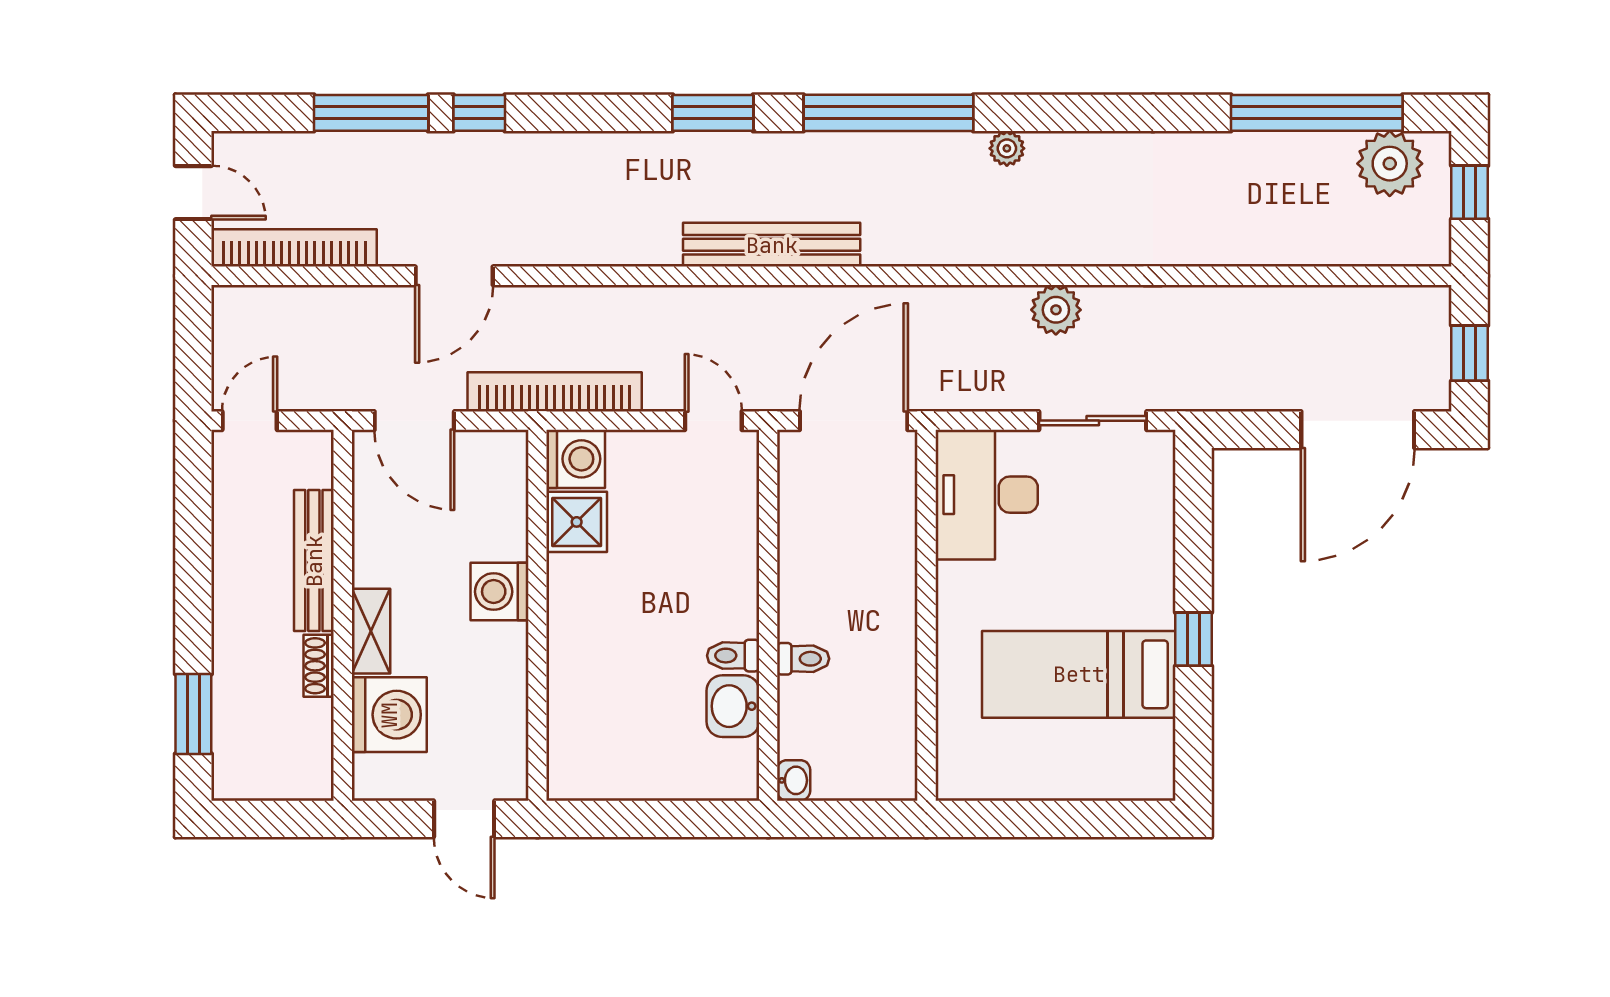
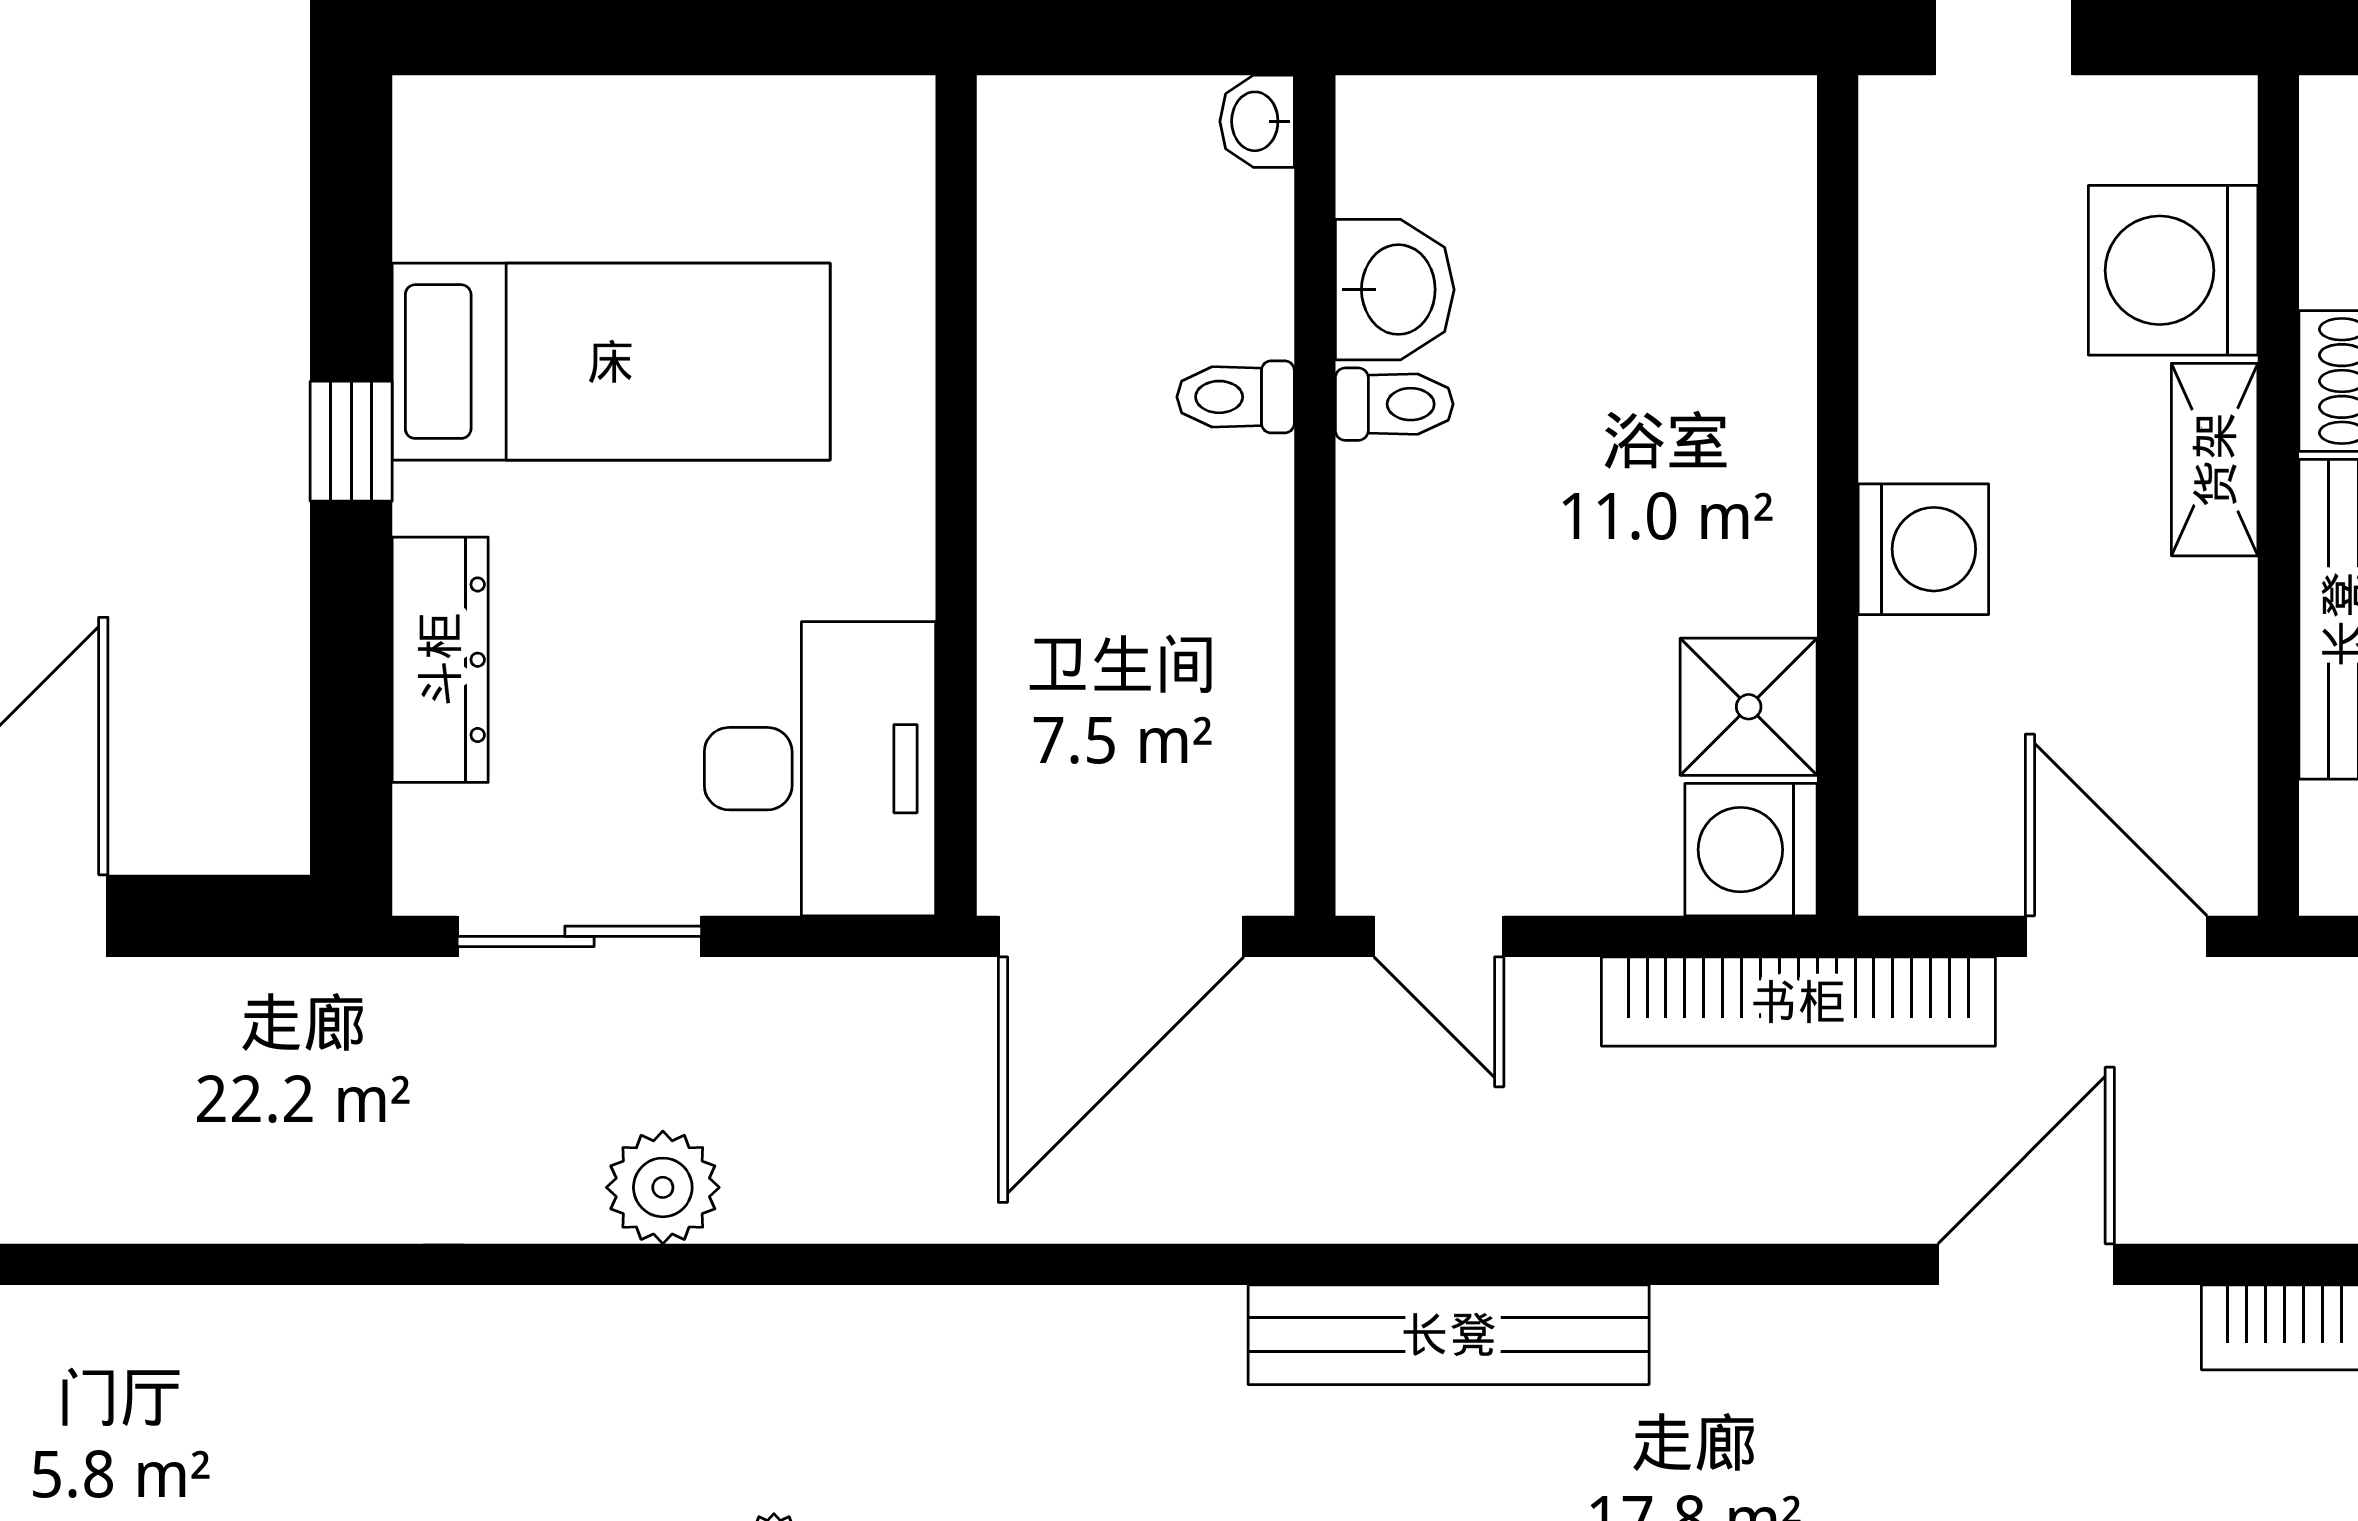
bench: (772, 245) -> (1449, 1335), moved
dresser: (1154, 543) -> (440, 660), added

